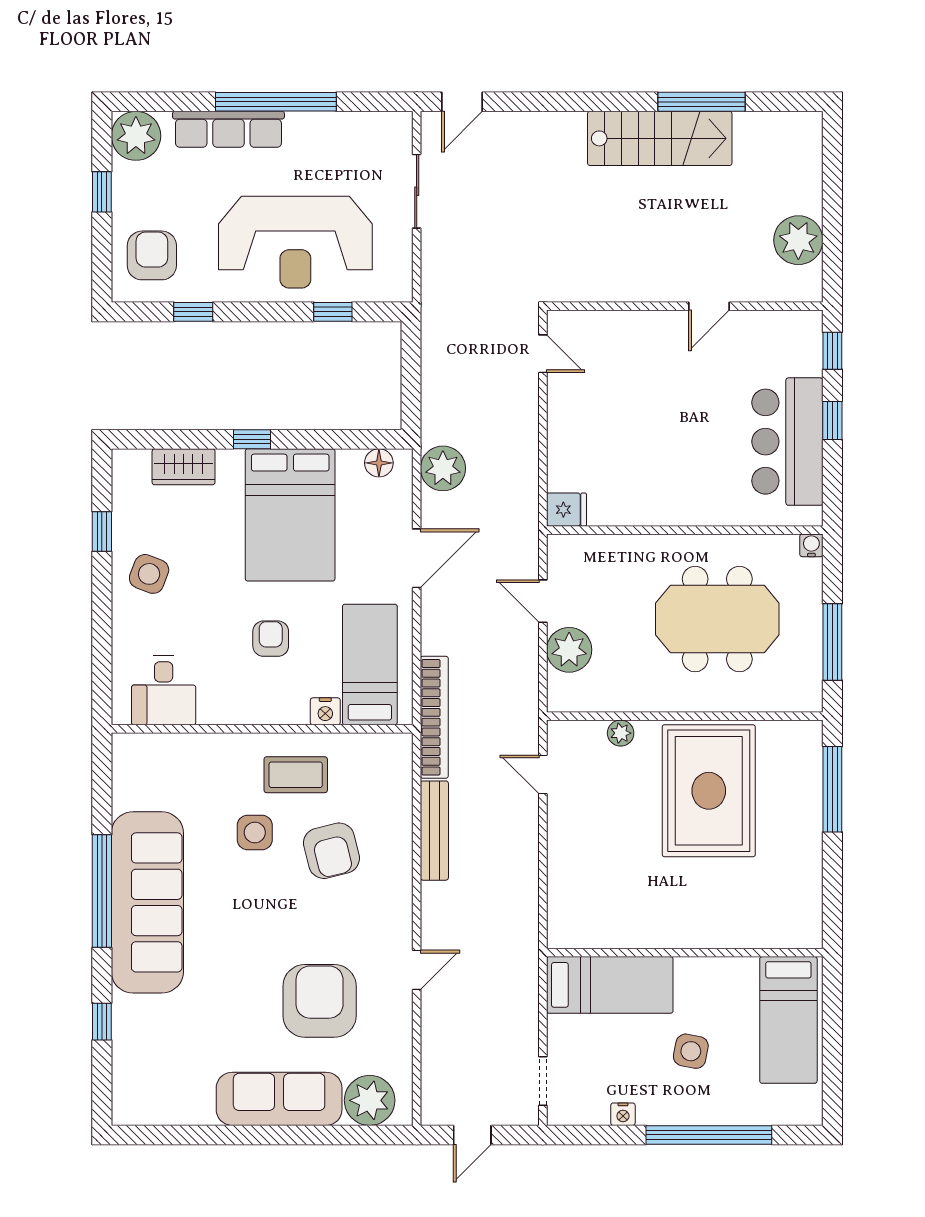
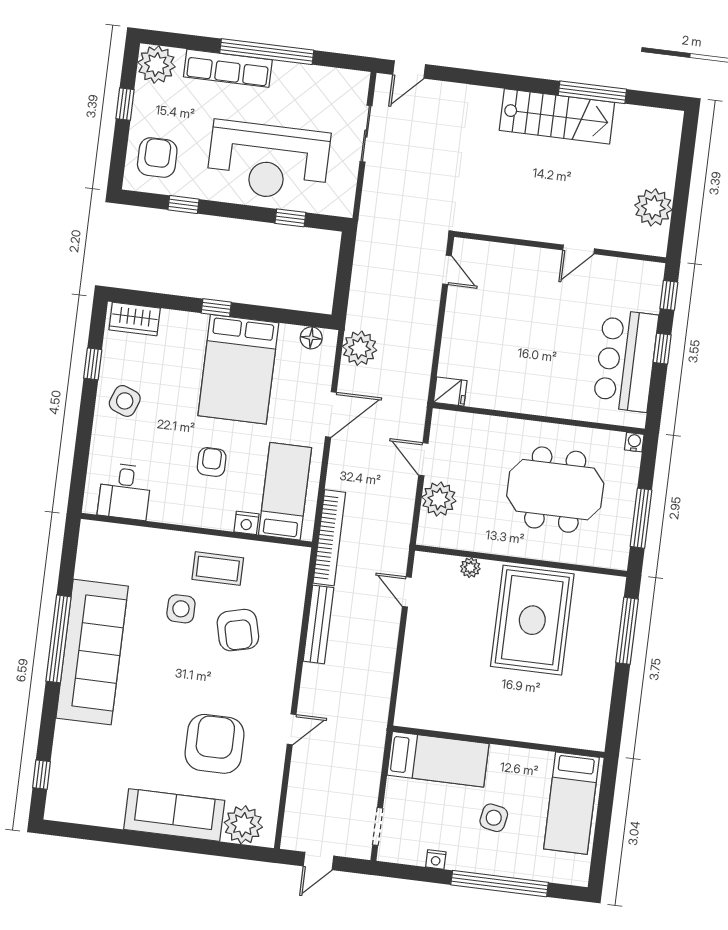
wardrobe: (184, 467) -> (135, 319), moved
window: (102, 1022) -> (42, 775), moved

